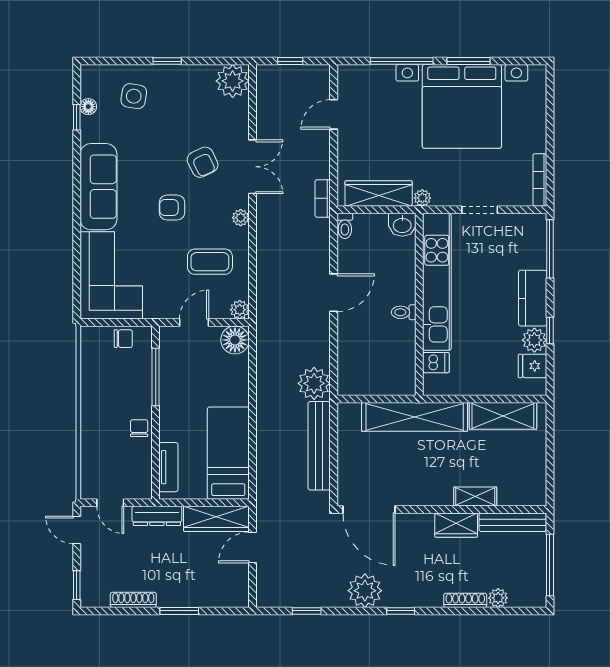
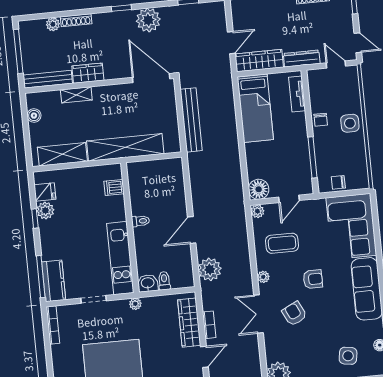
wardrobe: (379, 193) -> (189, 323), moved, turned 90
bookcase: (323, 198) -> (209, 325), moved
toilet: (345, 226) -> (164, 281), moved
kitchen unit: (437, 282) -> (120, 258), width x0.73
kitchen counter: (533, 298) -> (54, 281), moved
plant: (314, 383) -> (210, 269), moved
side table: (99, 419) -> (350, 123), added
boiler: (537, 474) -> (34, 116), added

